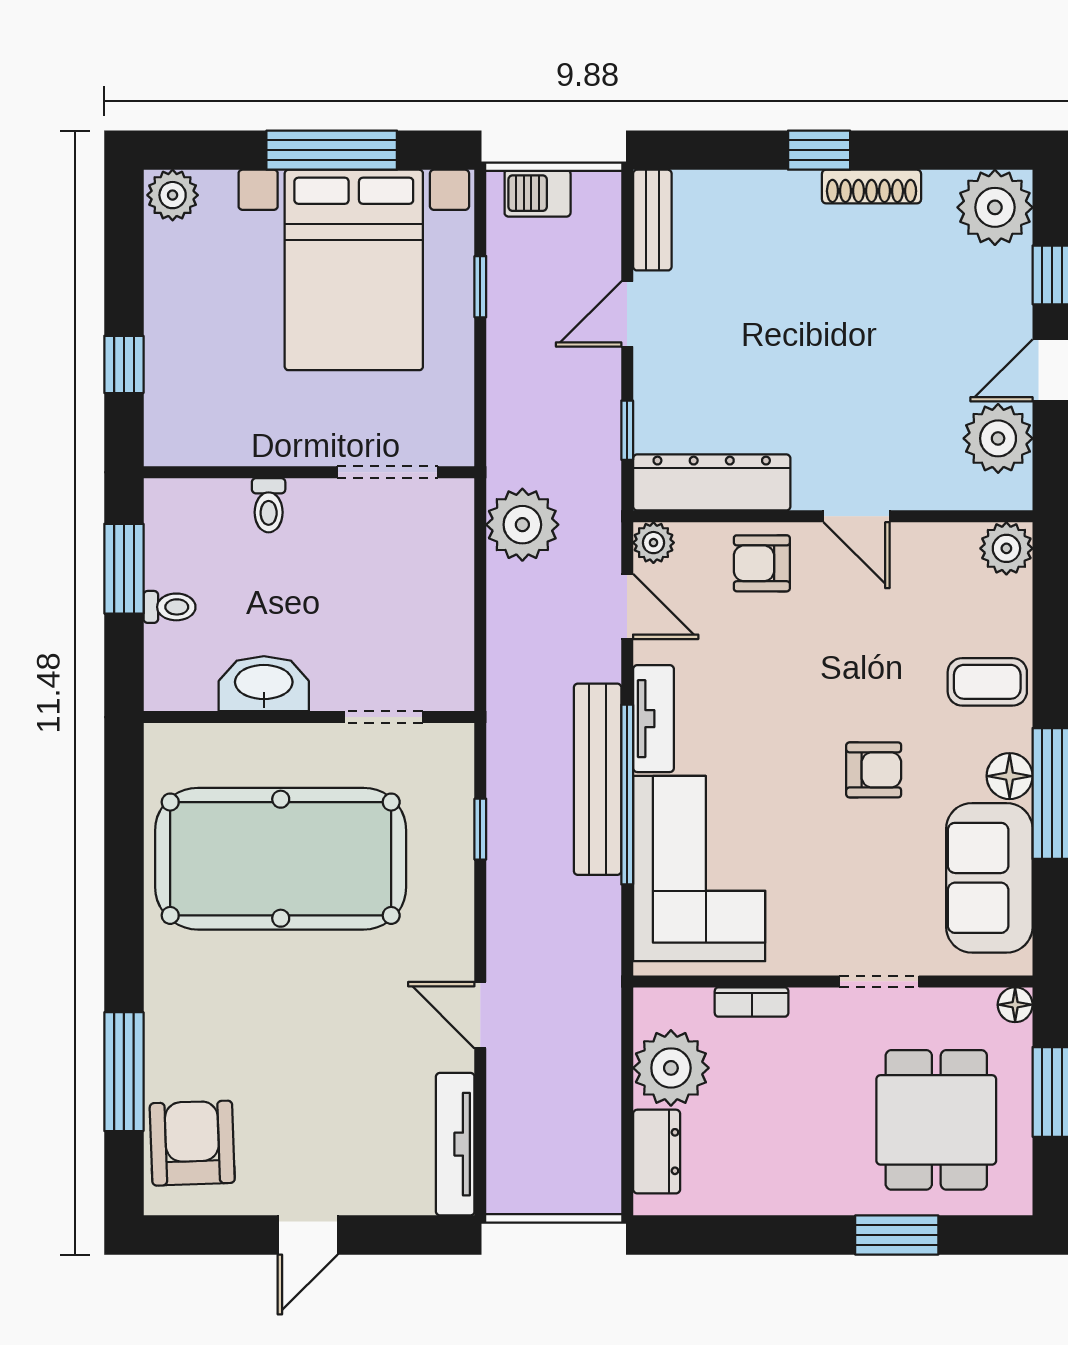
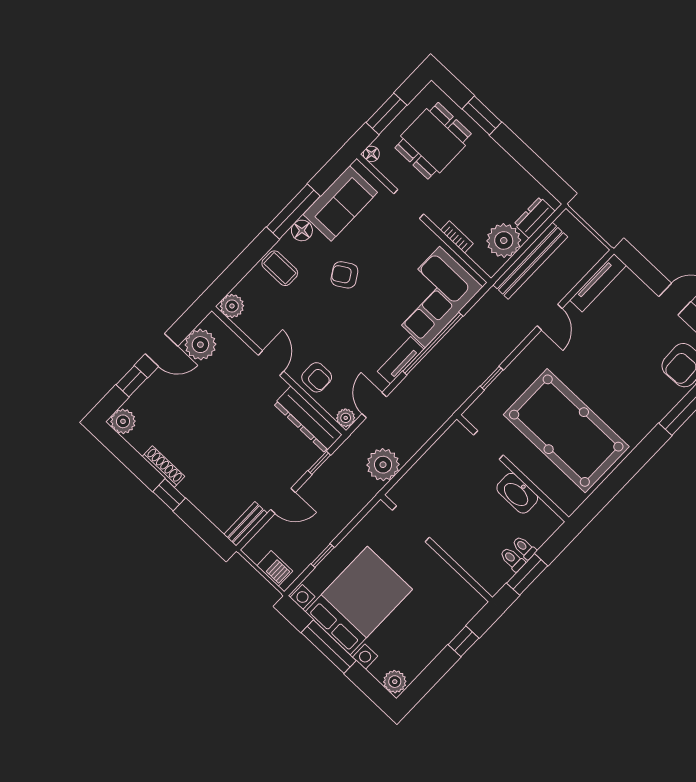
plant: (995, 207) -> (123, 421), width x0.73, depth x0.73
toilet: (269, 505) -> (512, 559), moved, turned -90
armchair: (874, 770) -> (344, 275), turned -32
bench: (598, 779) -> (530, 261), moved

